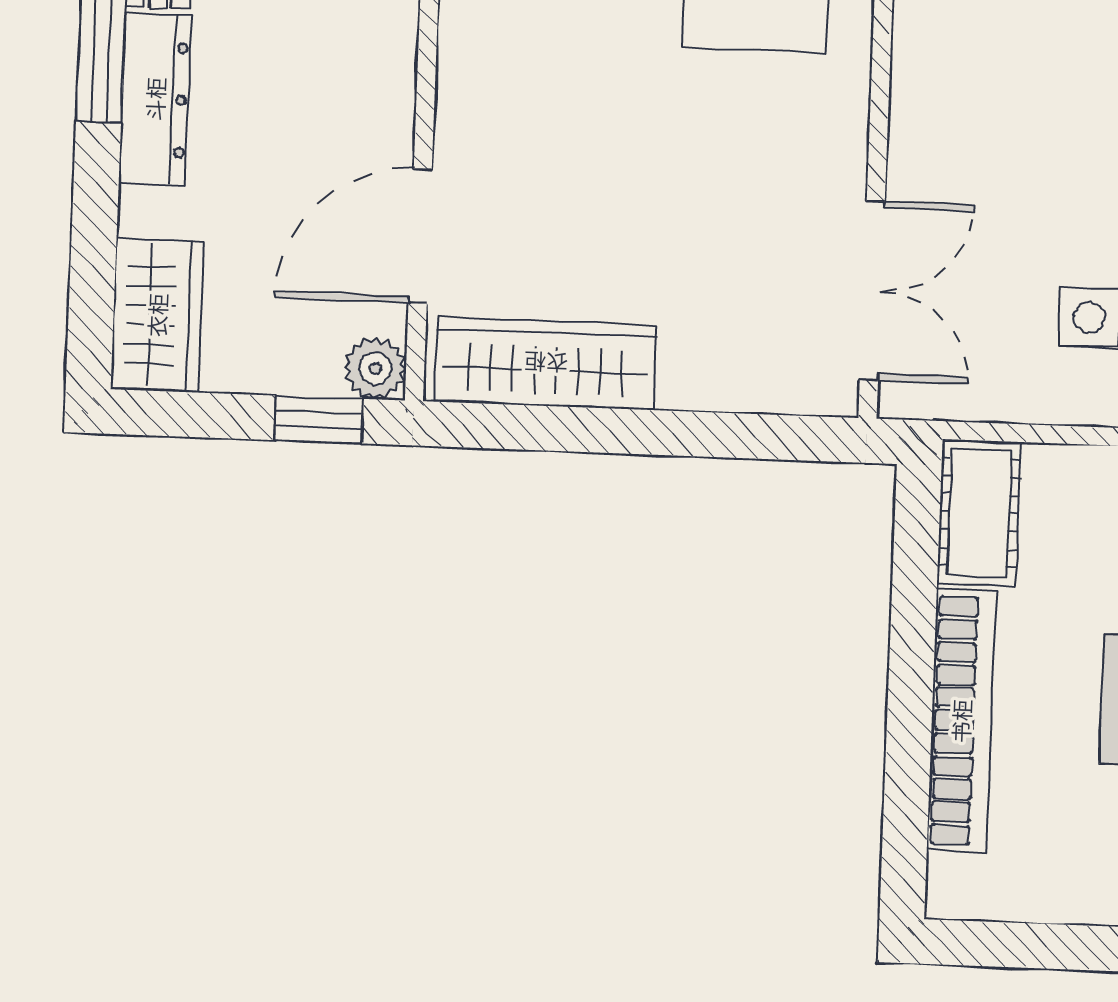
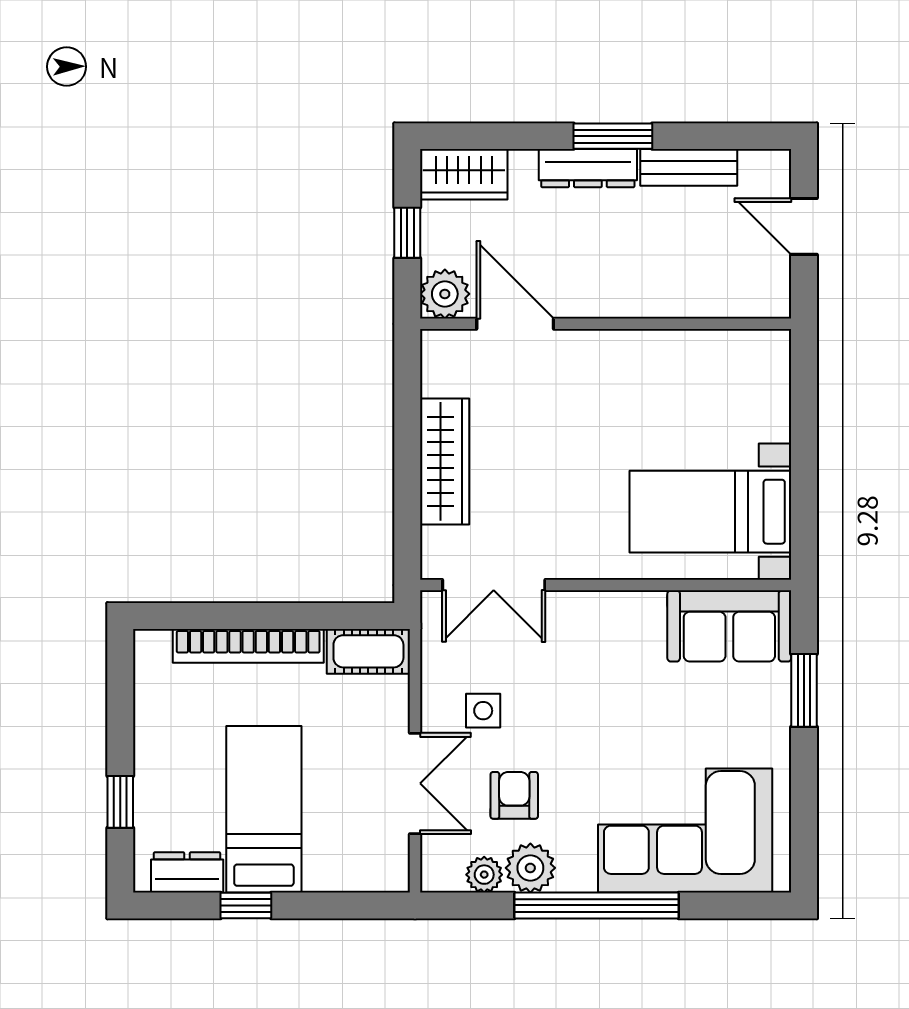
wardrobe: (546, 363) -> (445, 461), moved
plant: (375, 368) -> (445, 294), width x1.38, depth x1.38
window: (319, 420) -> (407, 233), moved

